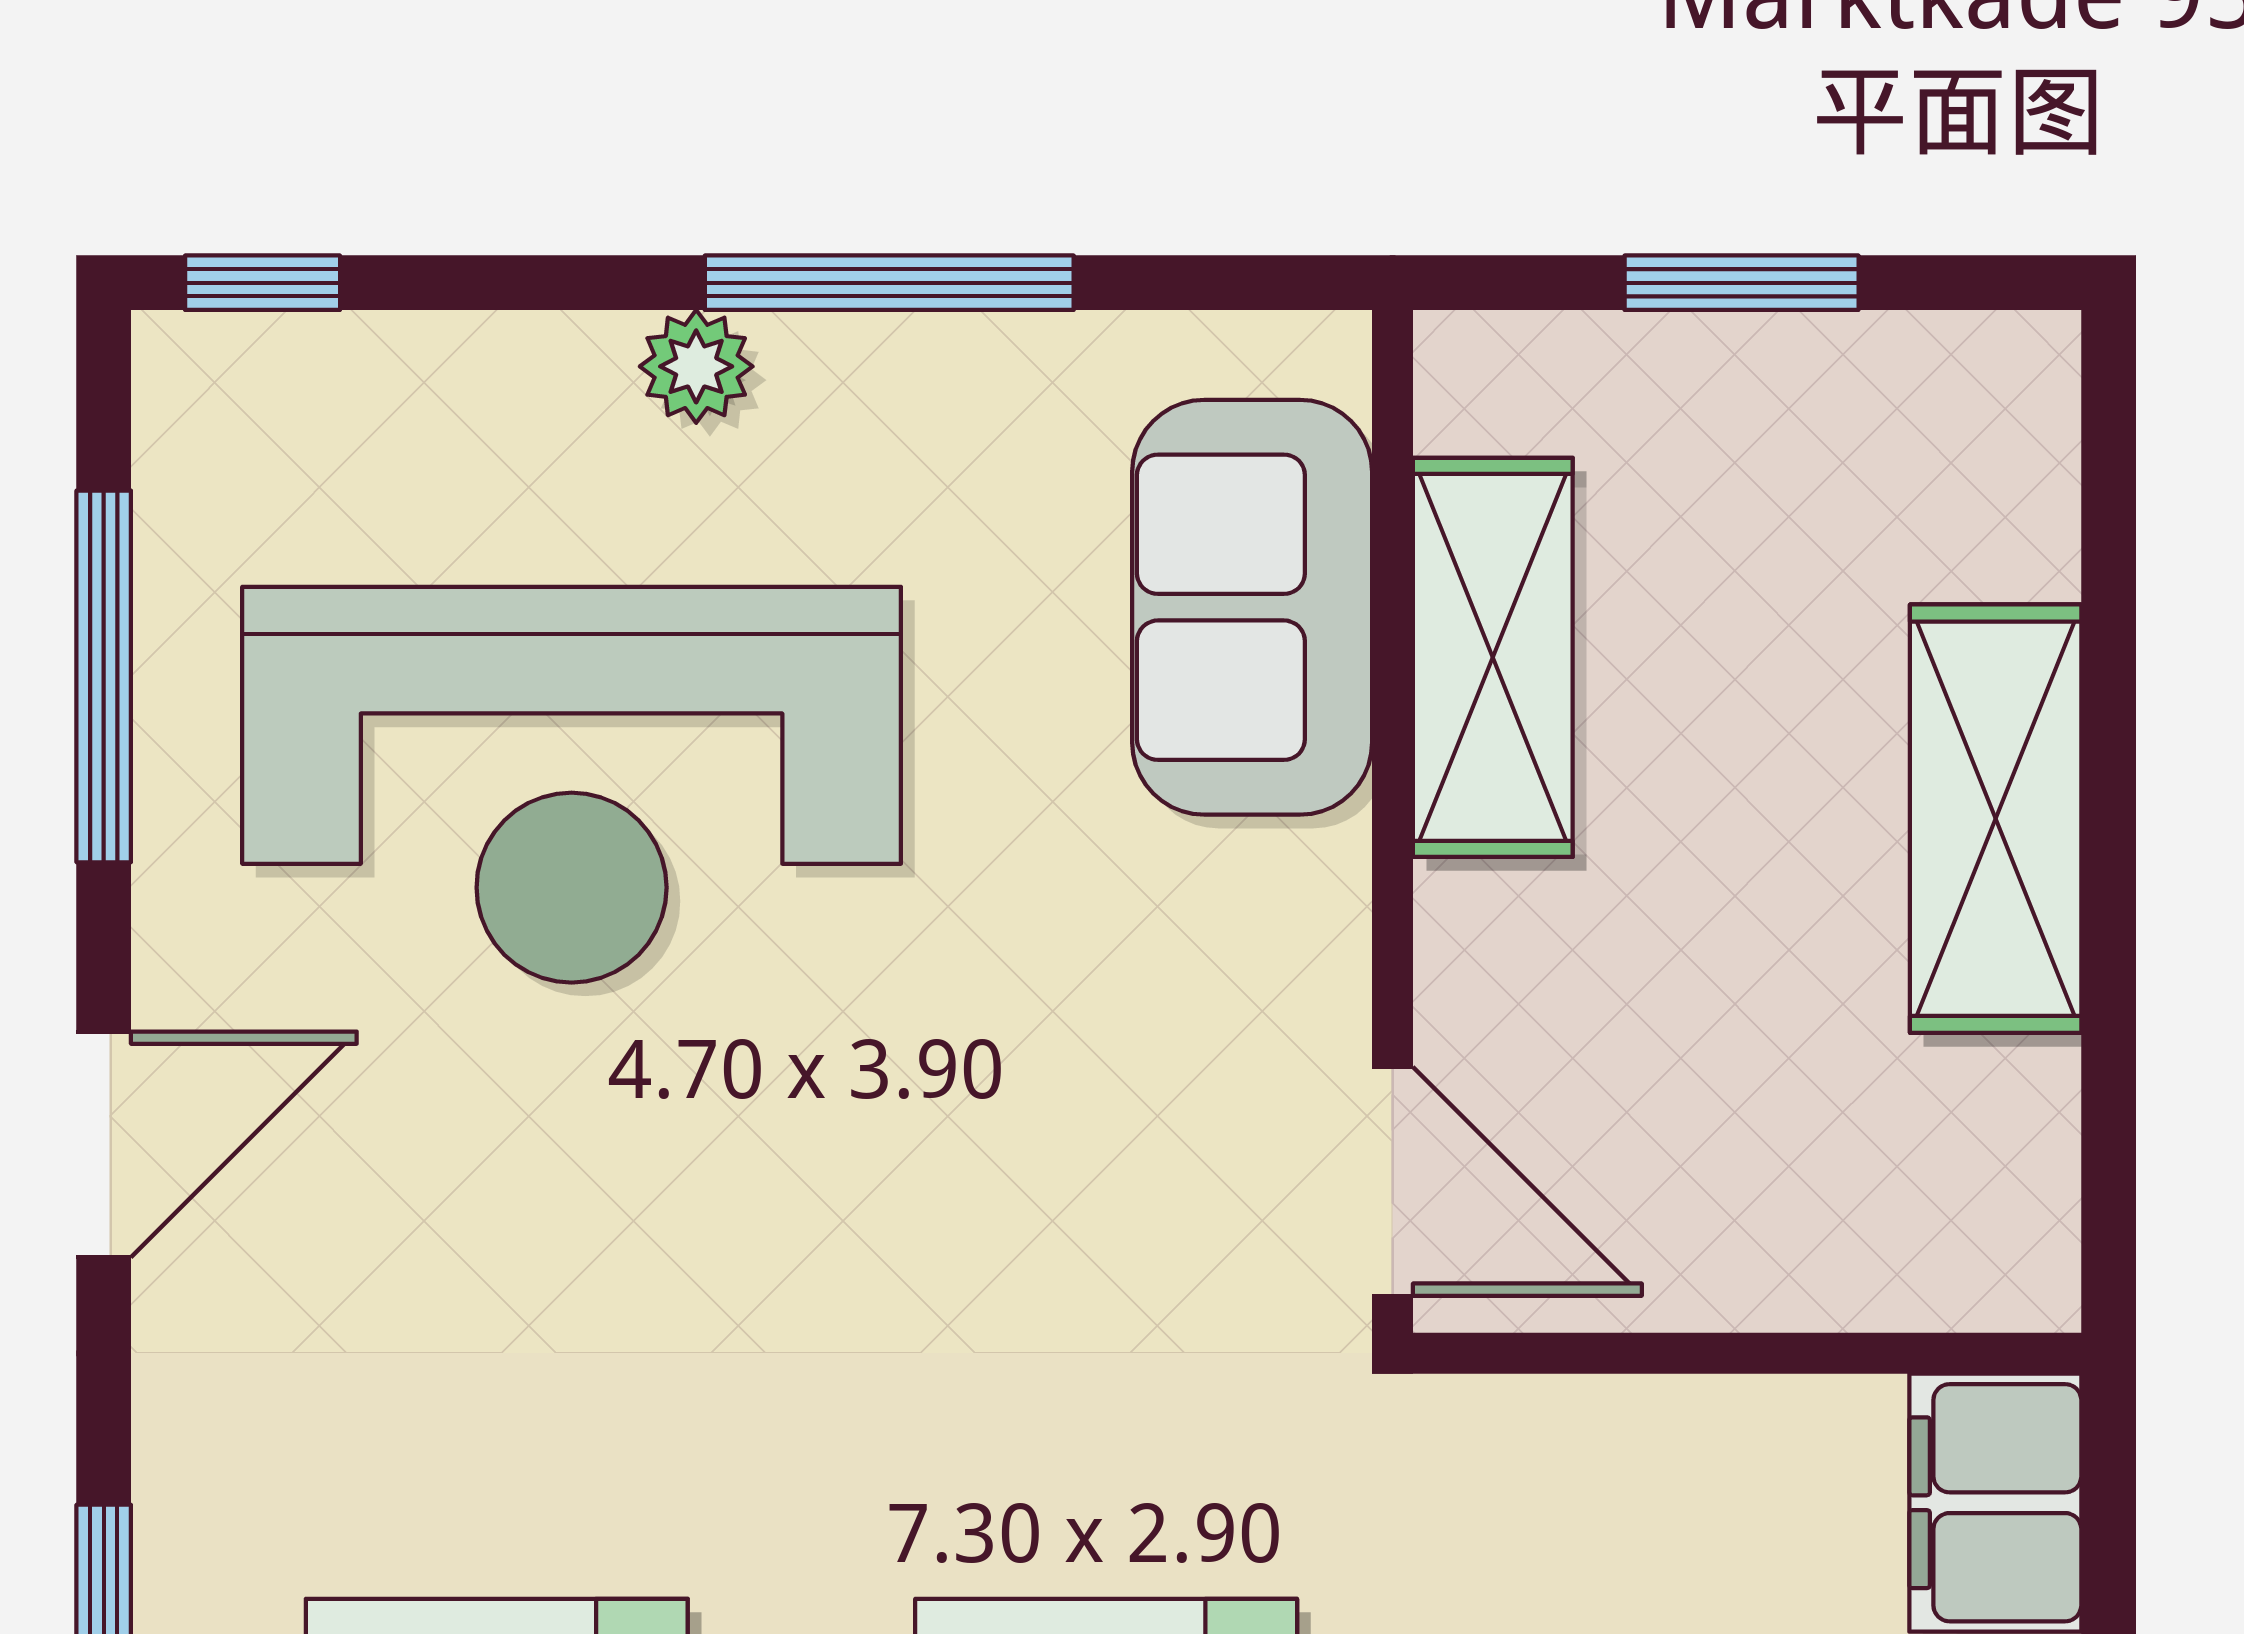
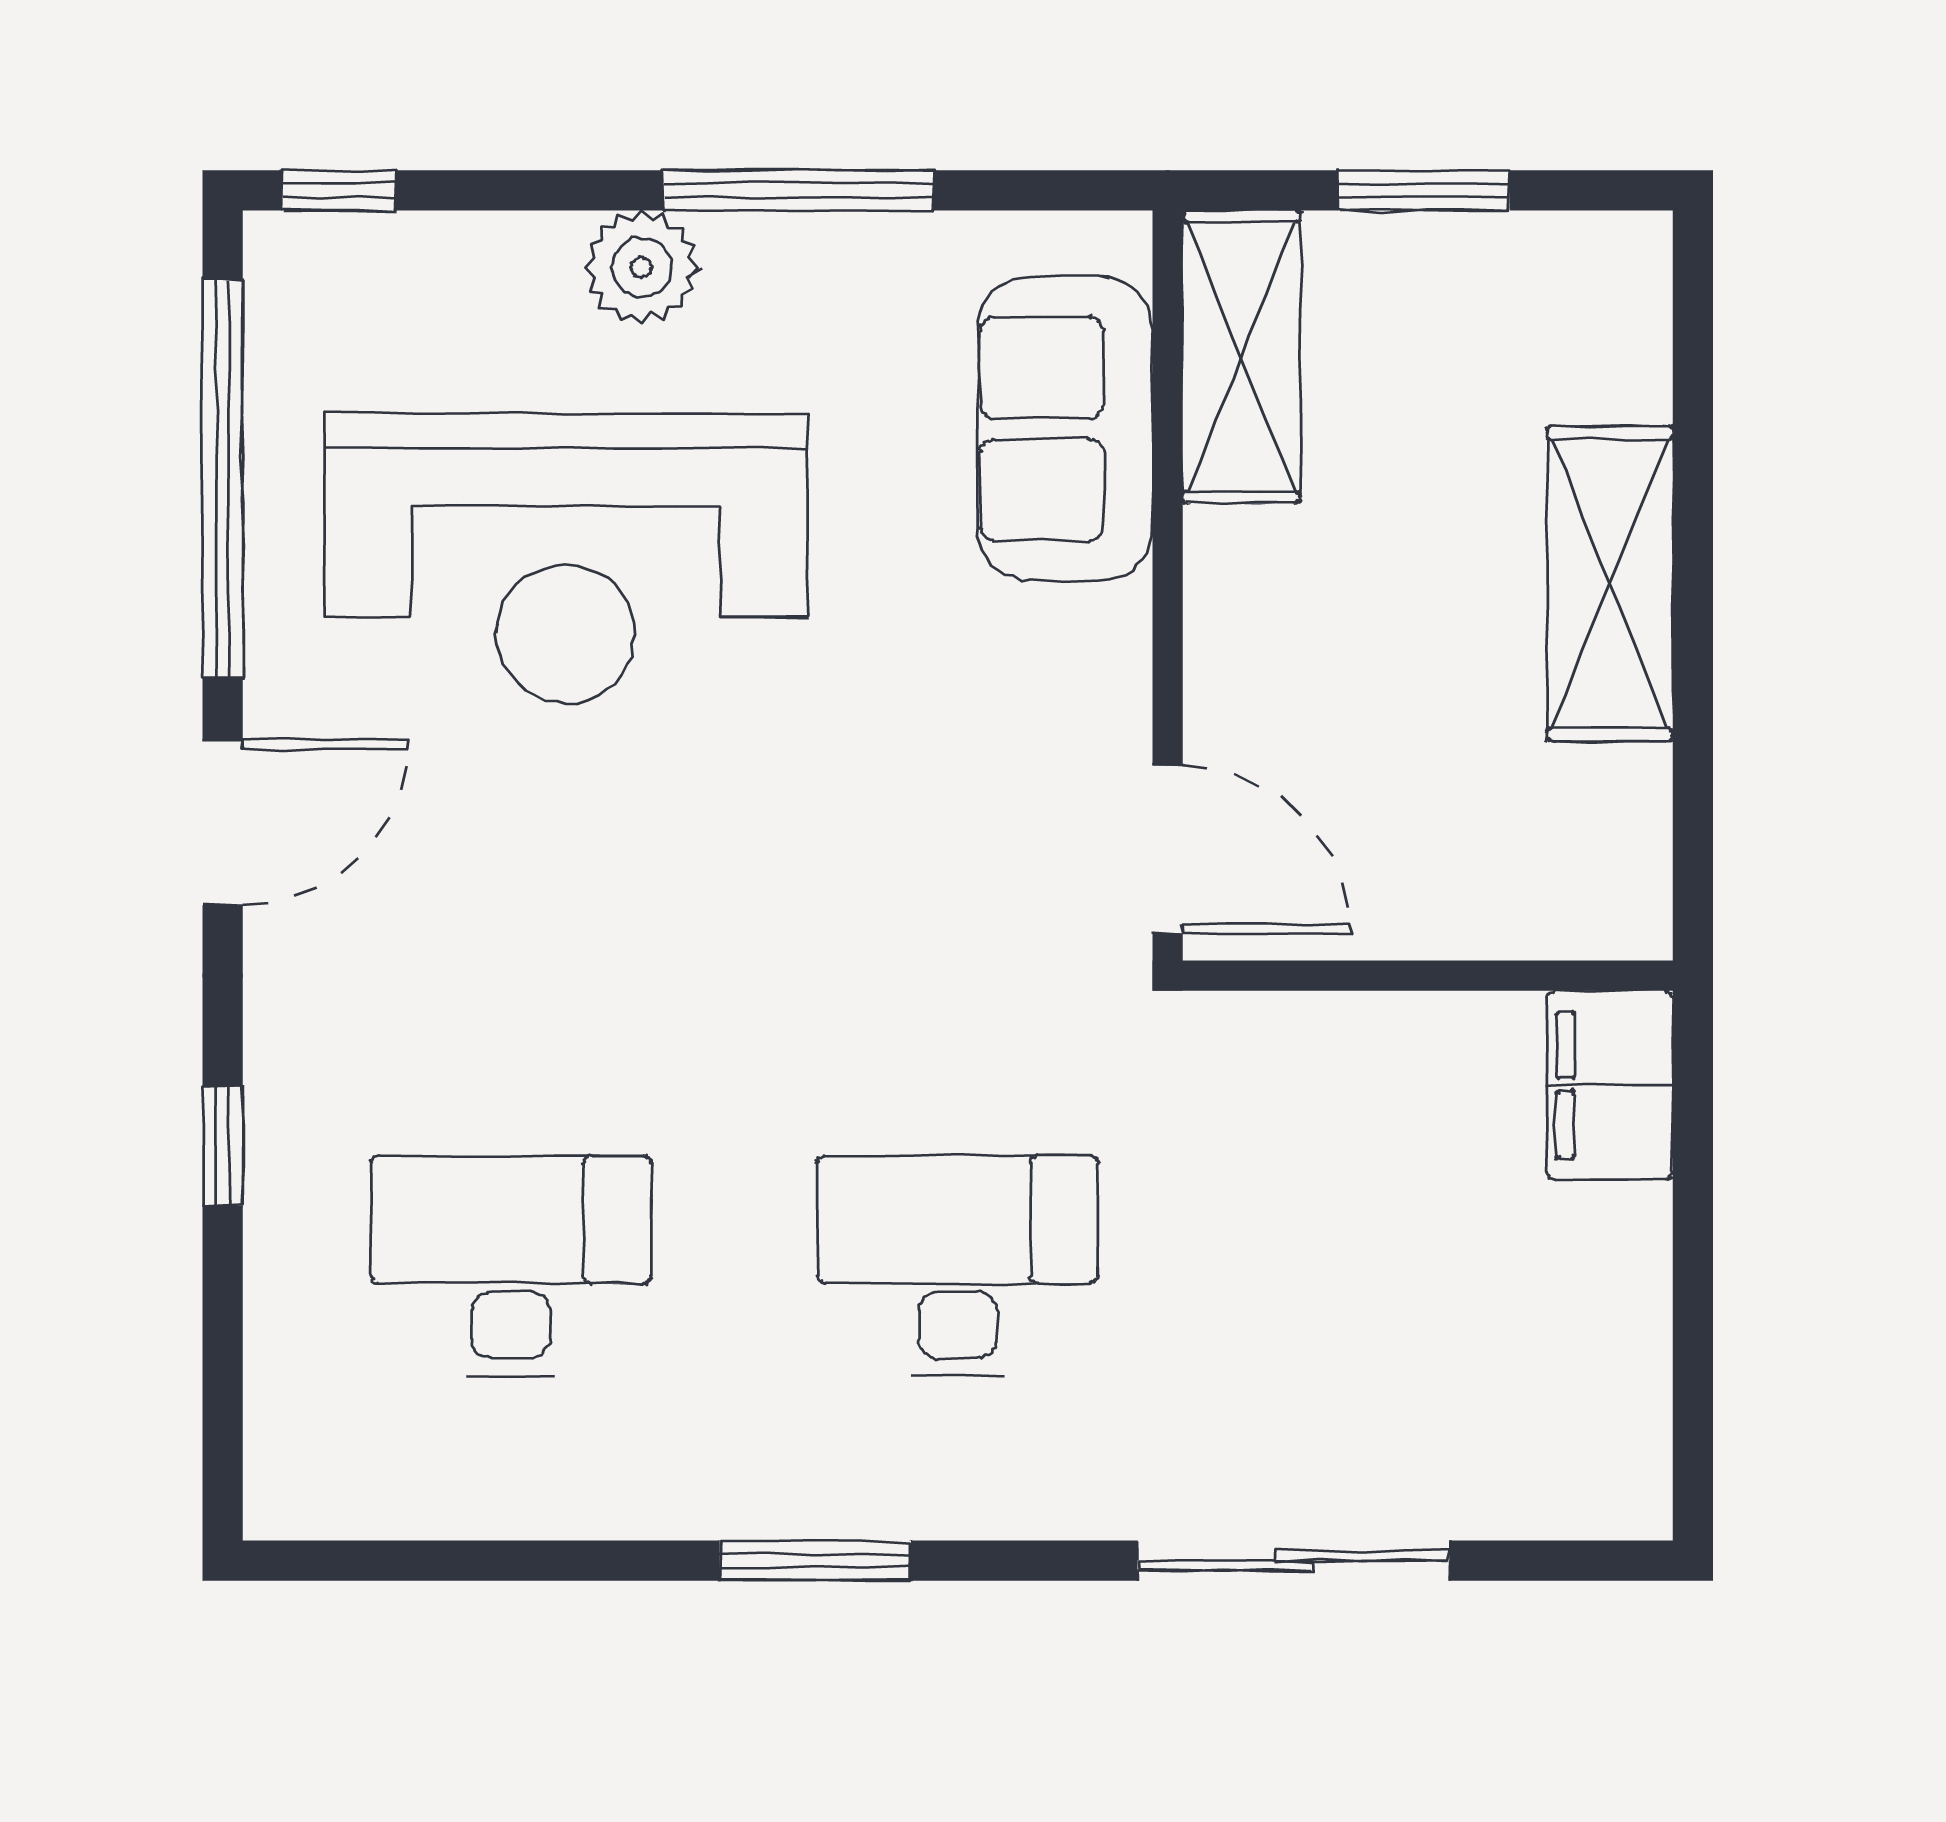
plant: (696, 366) -> (642, 267), width x1.38, depth x1.38
shelving: (1493, 657) -> (1241, 357), moved
window: (104, 676) -> (223, 479), width x1.46

